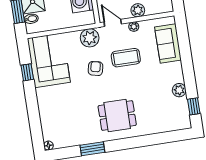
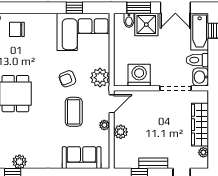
armchair: (95, 68) -> (67, 79), turned 146
plant: (179, 90) -> (19, 162), moved
chair: (56, 124) -> (17, 29), added

